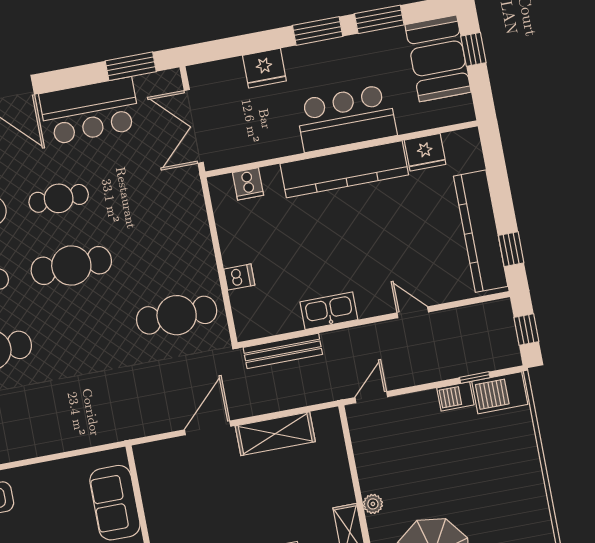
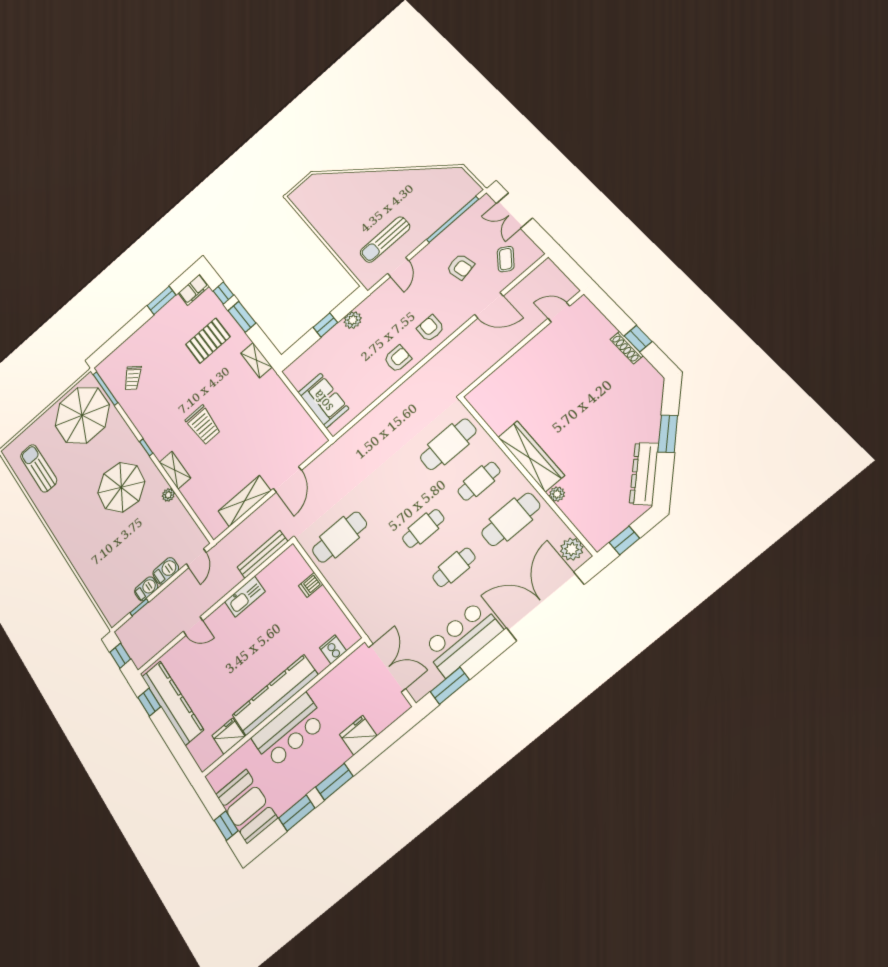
cafe table: (71, 266) -> (423, 528), width x0.73, depth x0.74
barbecue: (500, 393) -> (166, 571), moved, width x0.73, depth x0.79

